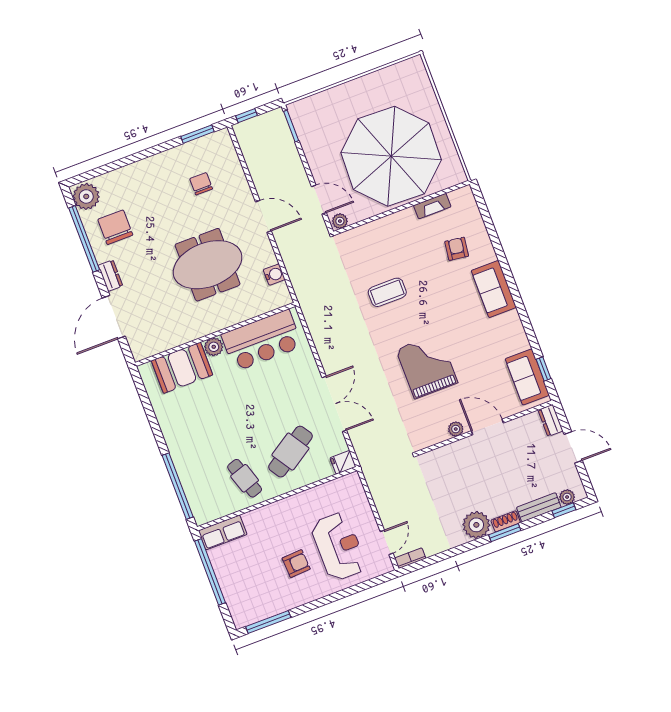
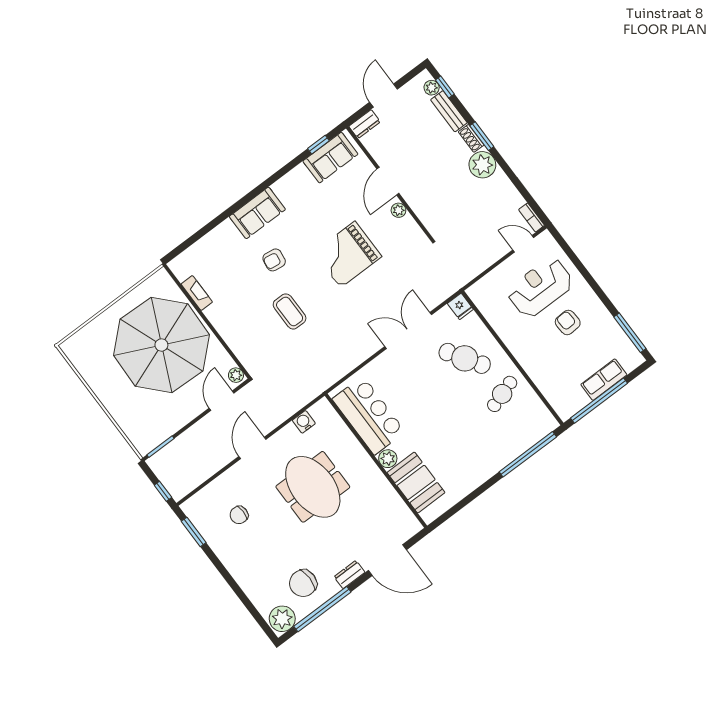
armchair: (457, 249) -> (274, 260), moved
row of seats: (223, 532) -> (604, 380), moved, turned -90

